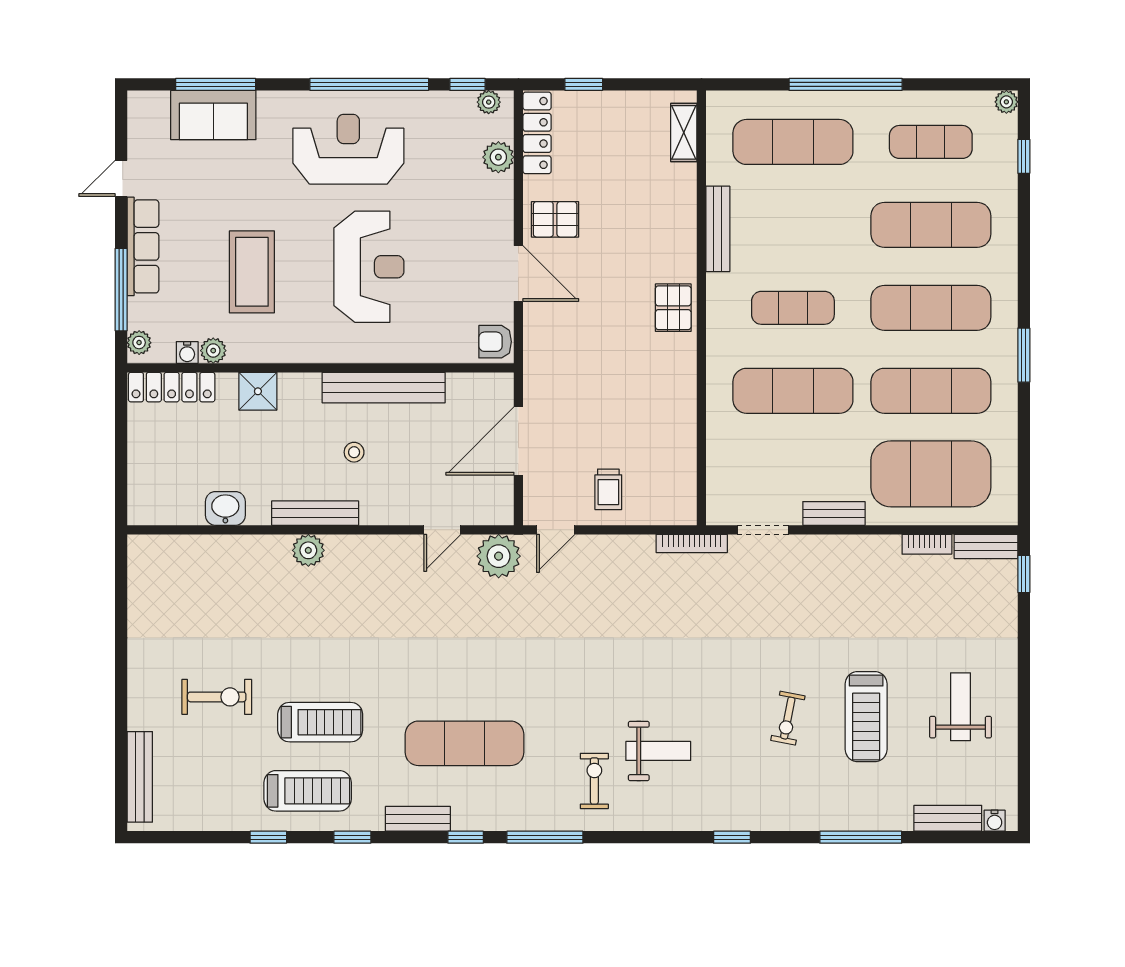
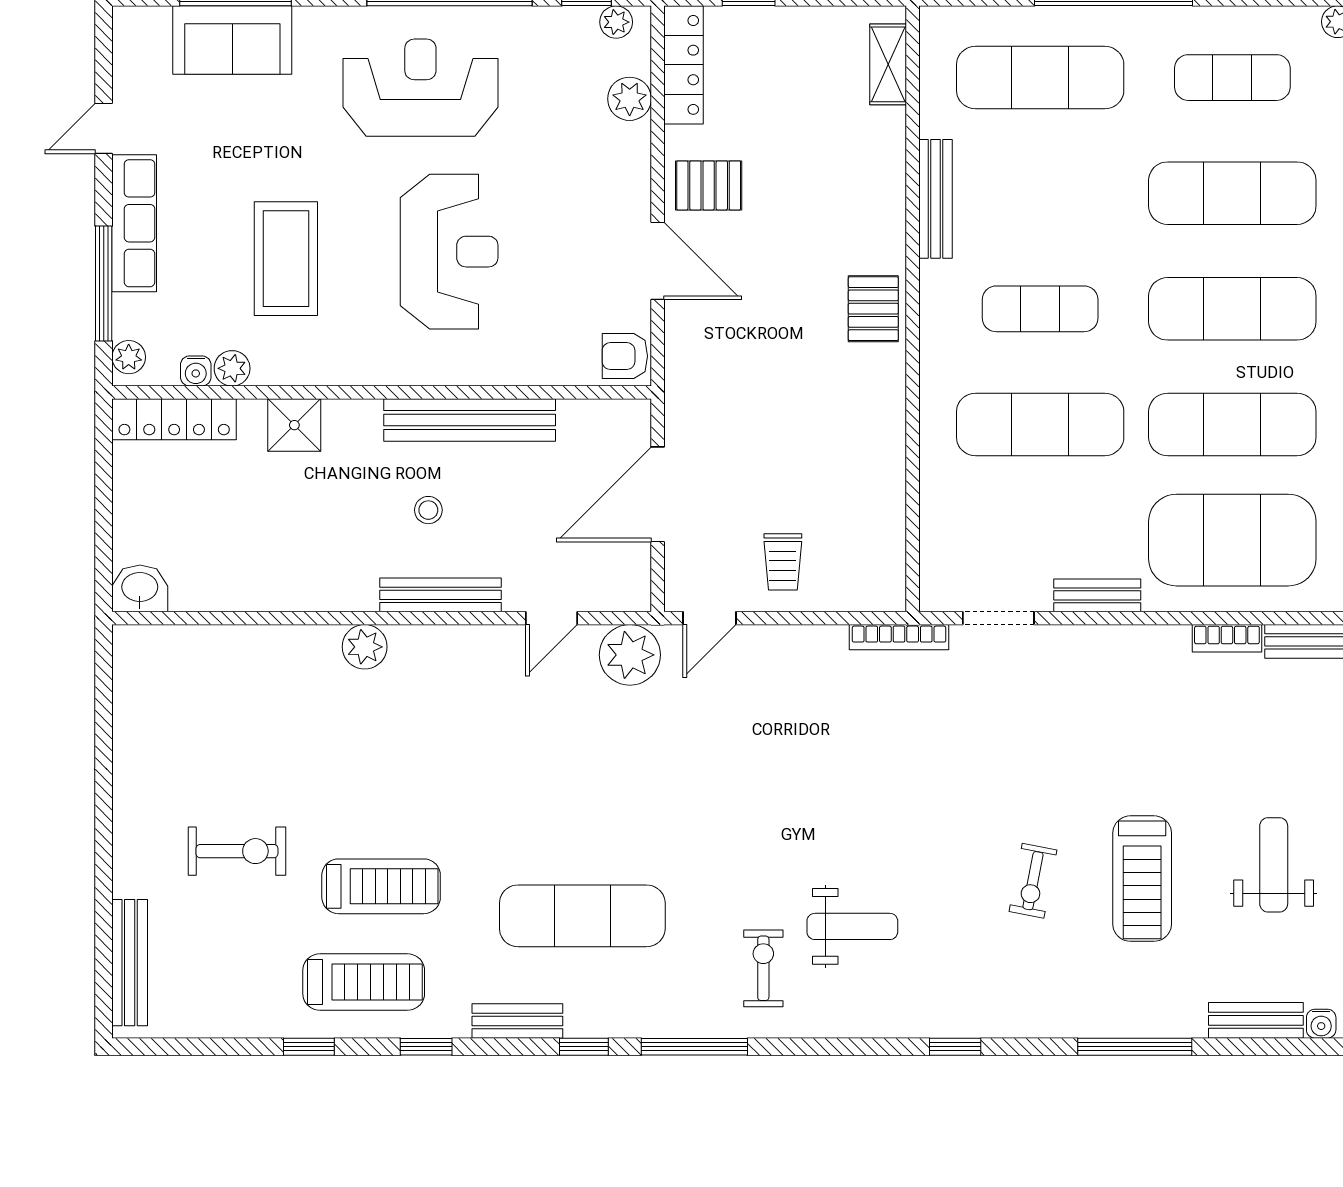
washbasin: (225, 508) -> (140, 588), moved
bench: (315, 513) -> (440, 595), moved

